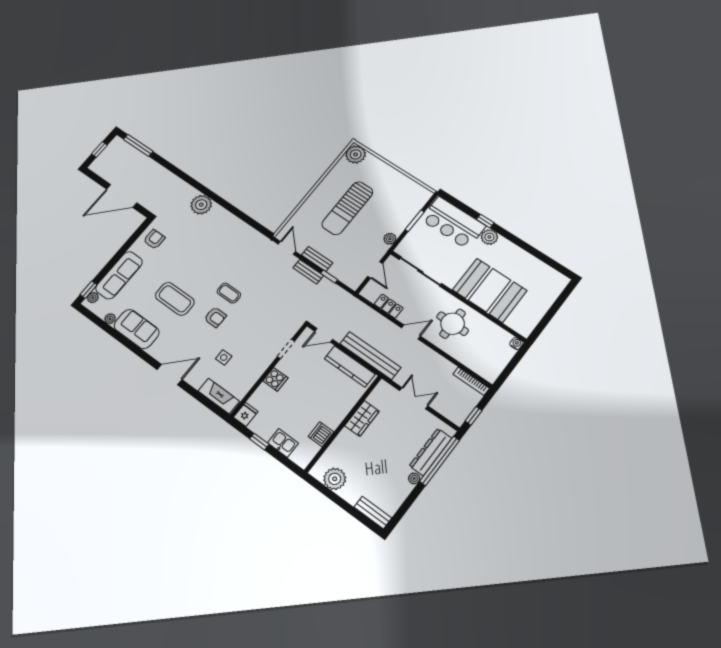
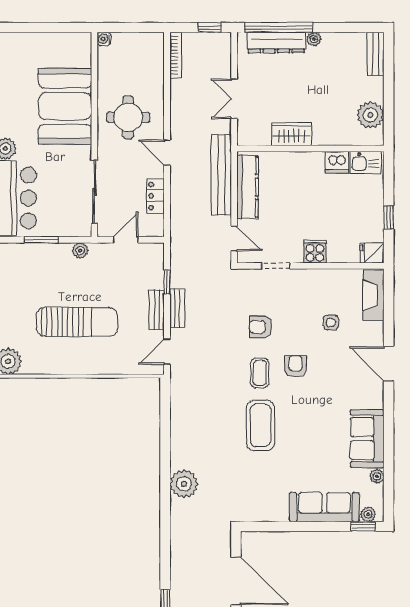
armchair: (154, 239) -> (261, 327), moved
coffee table: (175, 299) -> (260, 425), moved
kitchen sink: (283, 443) -> (365, 162), moved, turned -90

